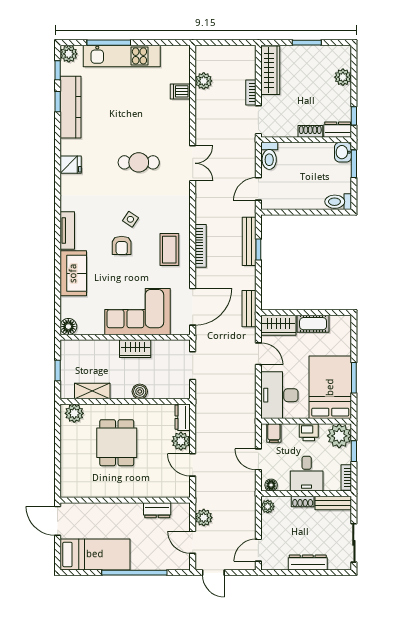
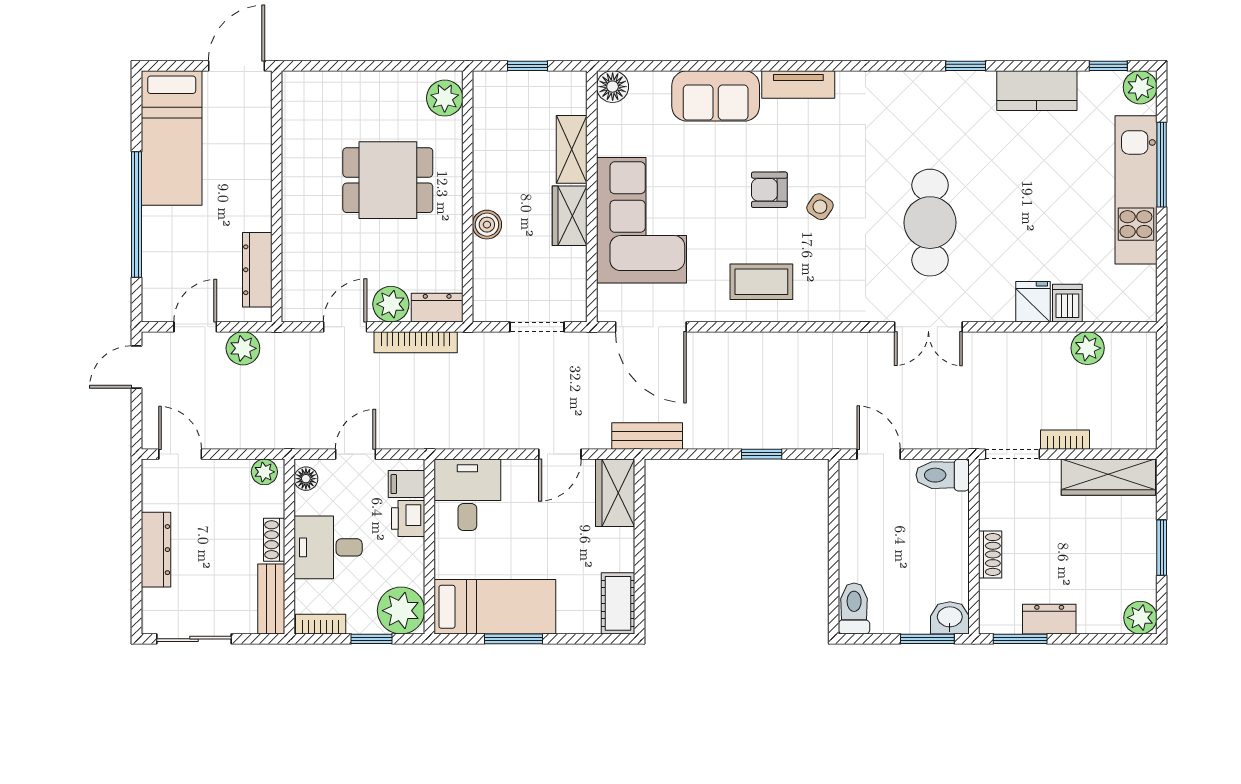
plant: (343, 77) -> (1140, 618), moved
window: (58, 102) -> (966, 66), moved
kitchen counter: (70, 107) -> (1037, 91), width x0.67
window: (354, 116) -> (1020, 639), width x1.50
dresser: (338, 130) -> (1049, 619), moved, turned -90
cafe table: (139, 162) -> (930, 223), width x1.37, depth x1.35
fridge: (71, 165) -> (1033, 302), moved, turned 180
bench: (249, 241) -> (777, 436), removed
bookcase: (201, 246) -> (416, 342), moved
cot: (313, 324) -> (618, 603), moved
bed: (330, 387) -> (495, 607), width x0.67
shelving: (92, 391) -> (572, 149), moved
desk: (279, 395) -> (467, 495), width x0.73
printer: (309, 432) -> (408, 518), moved
dresser: (157, 510) -> (257, 270), width x1.44

